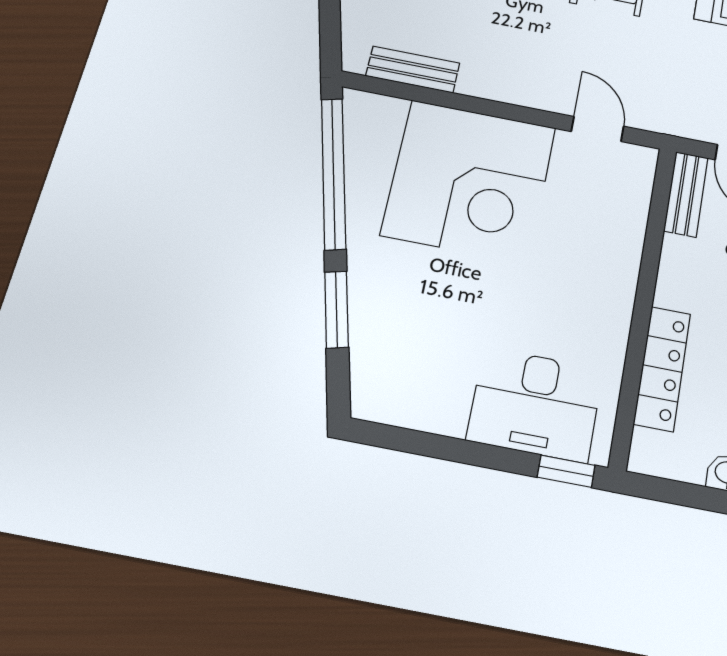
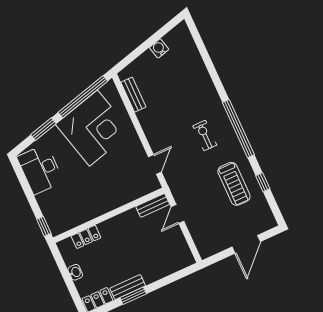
corner desk: (469, 181) -> (93, 128), moved, turned -105
locker: (662, 368) -> (86, 237), width x0.66
desk: (535, 404) -> (40, 169), moved

